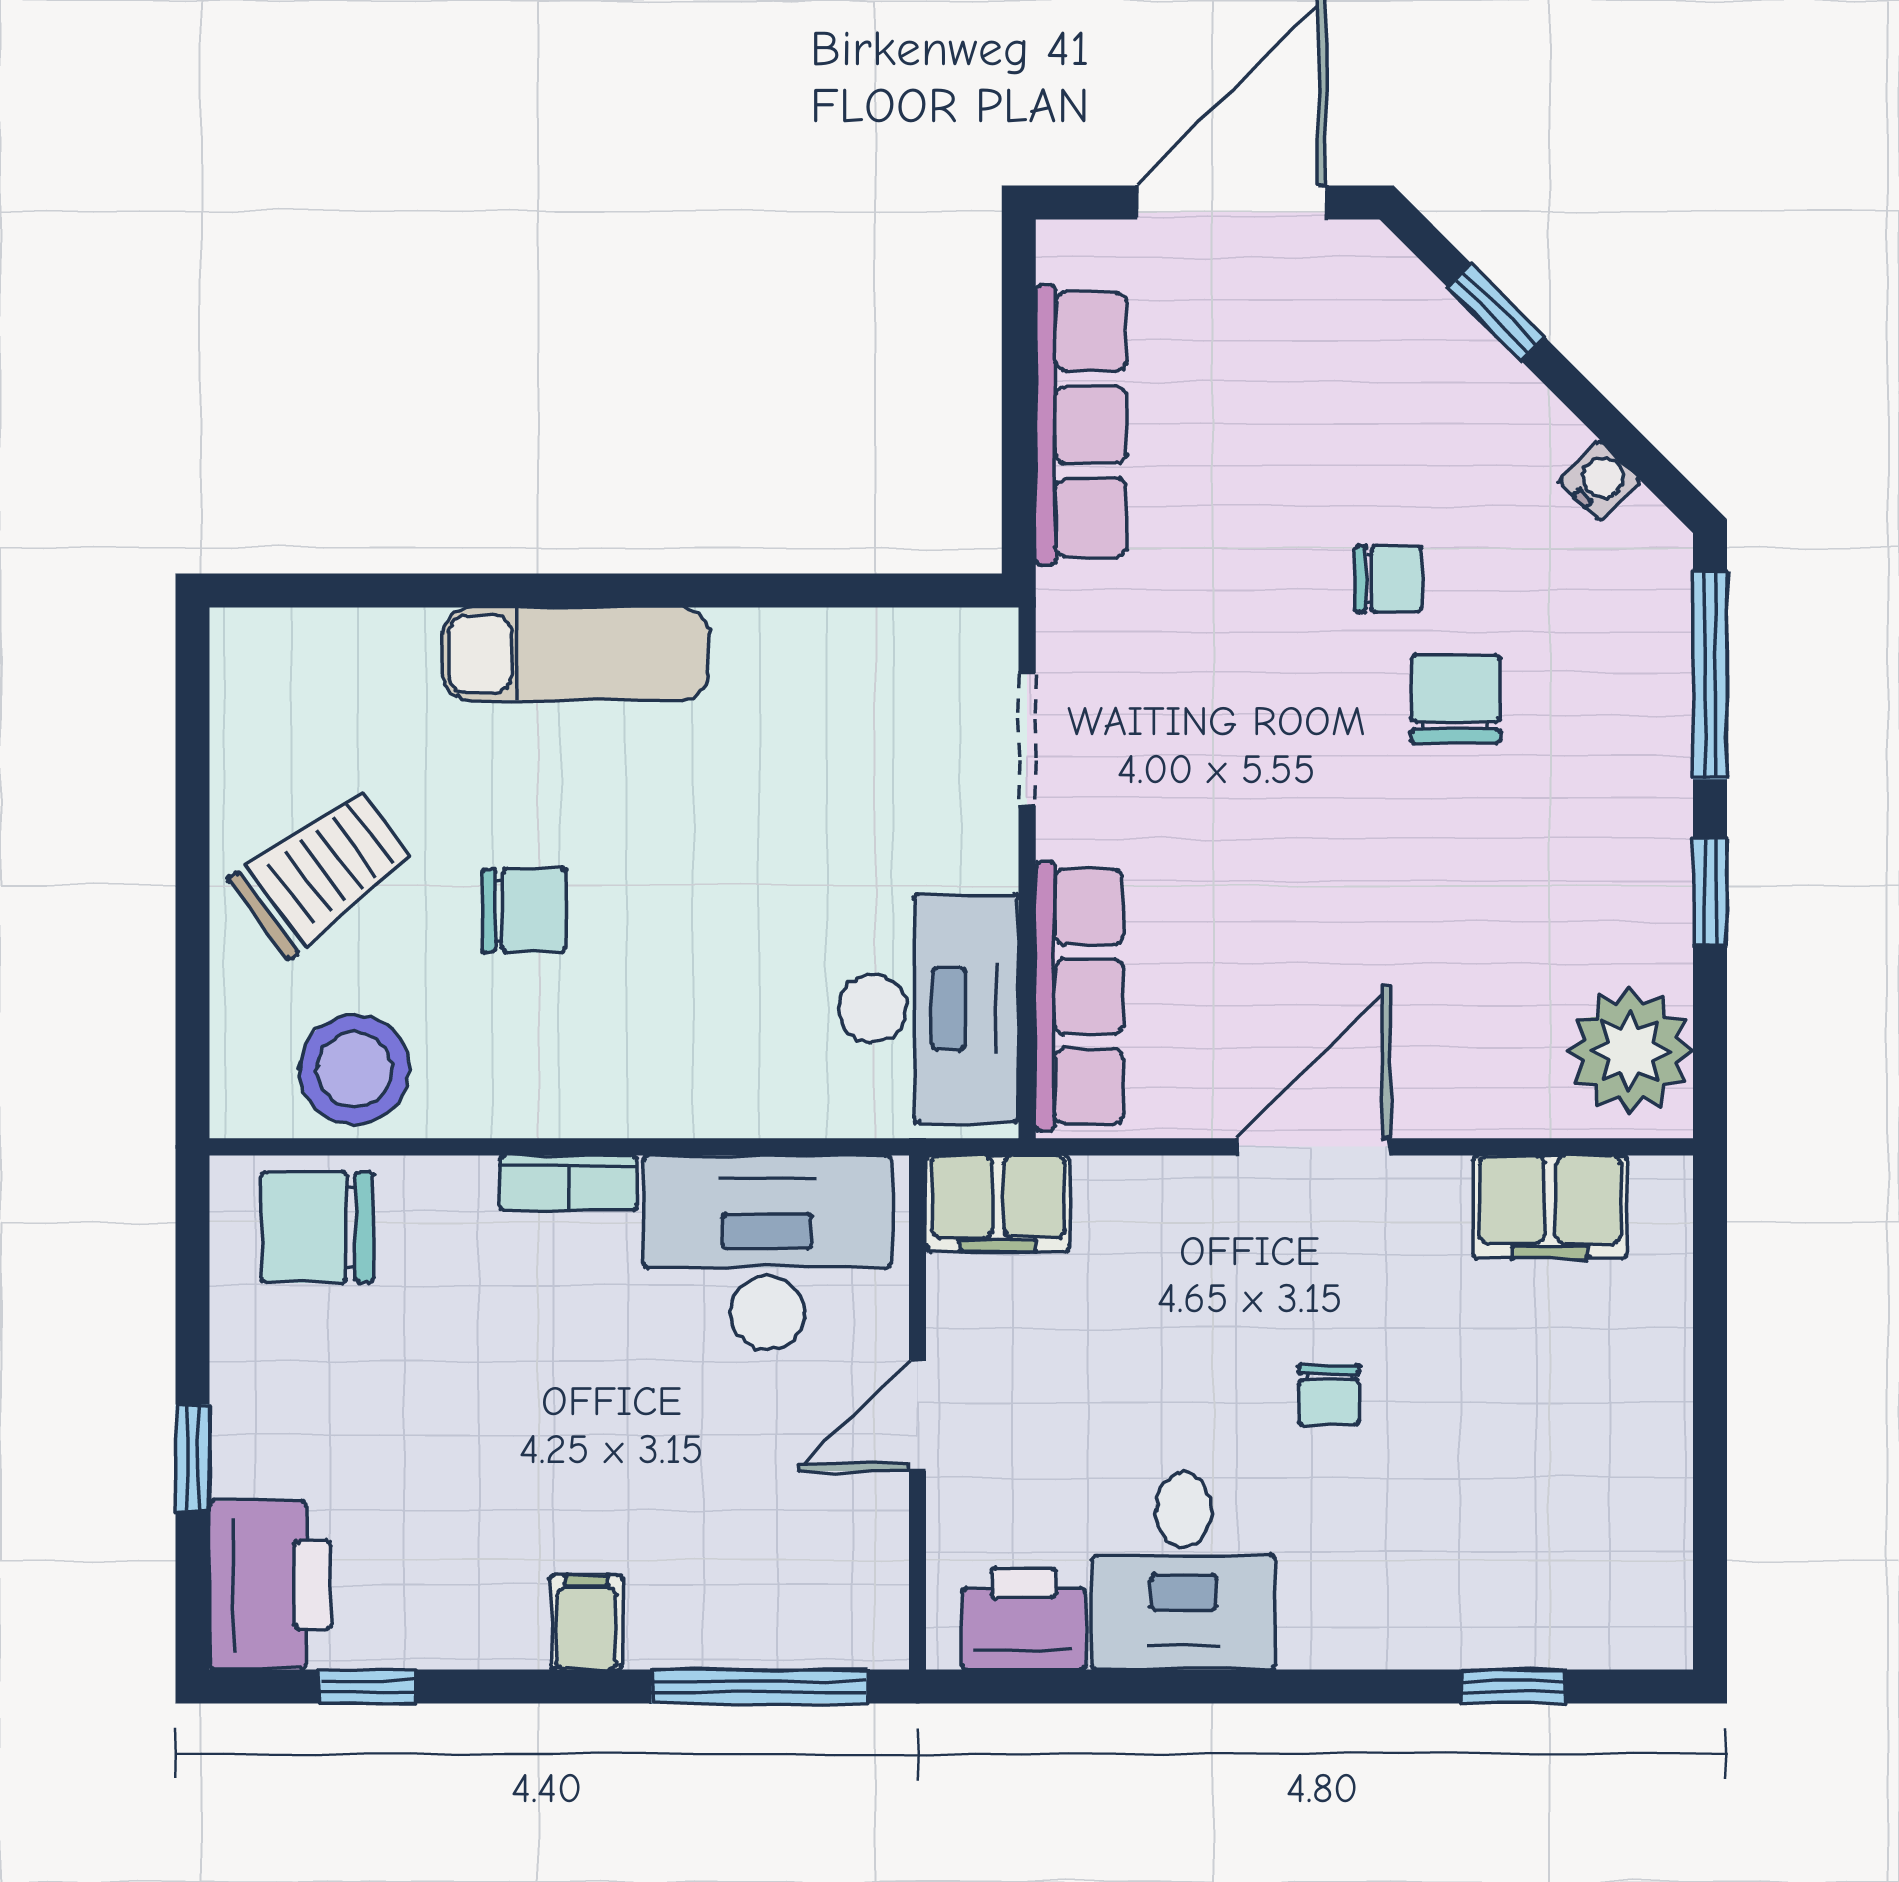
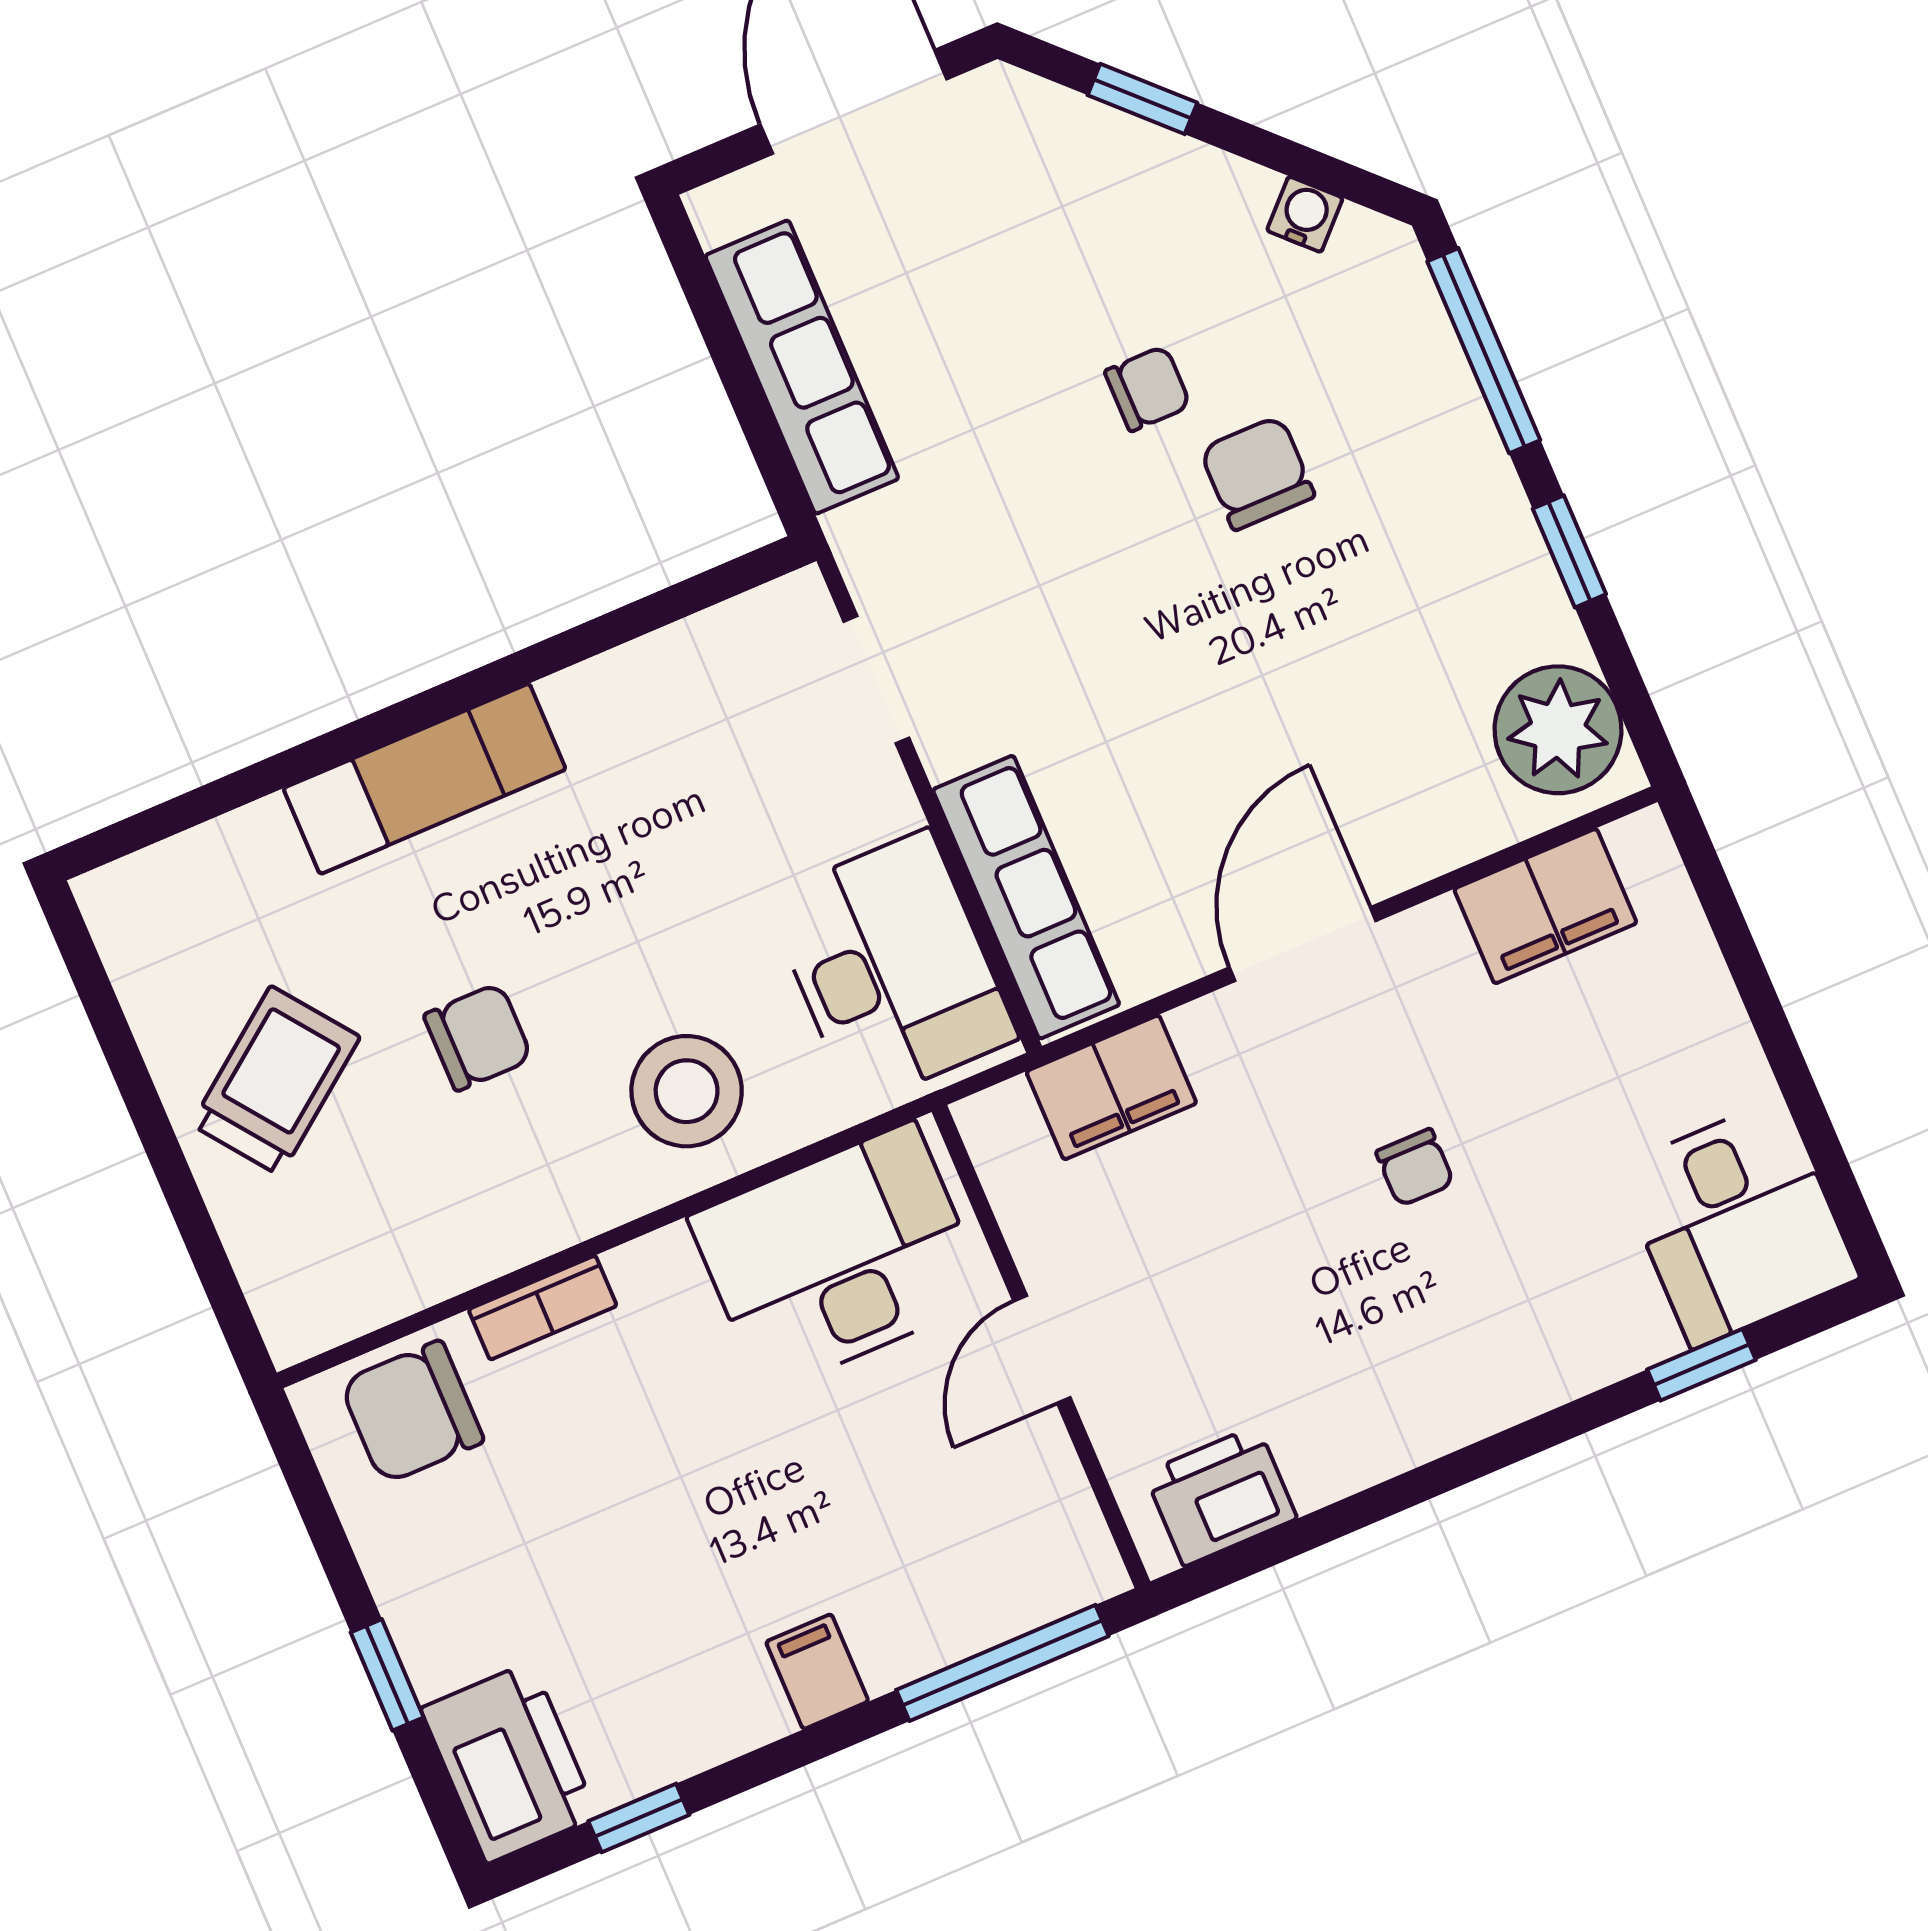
stool: (354, 1070) -> (687, 1091), moved
bookcase: (568, 1183) -> (543, 1308), moved
filing cabinet: (998, 1203) -> (1111, 1087), moved
desk: (1183, 1571) -> (1737, 1223), moved

